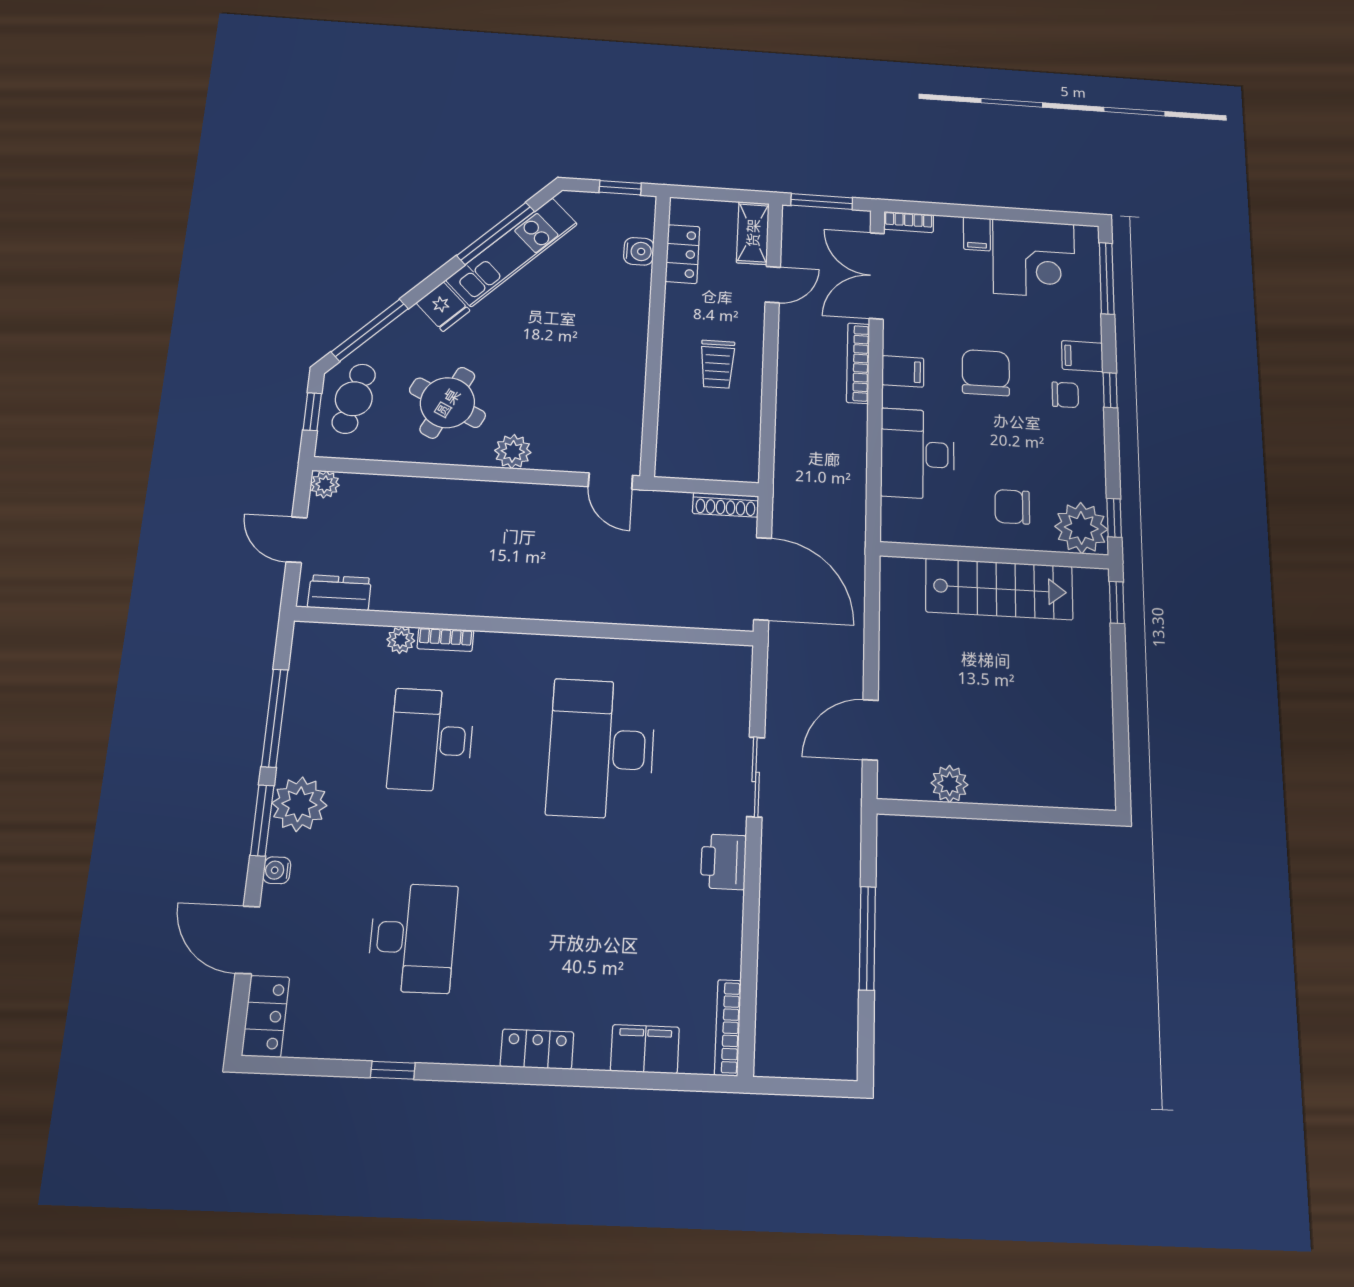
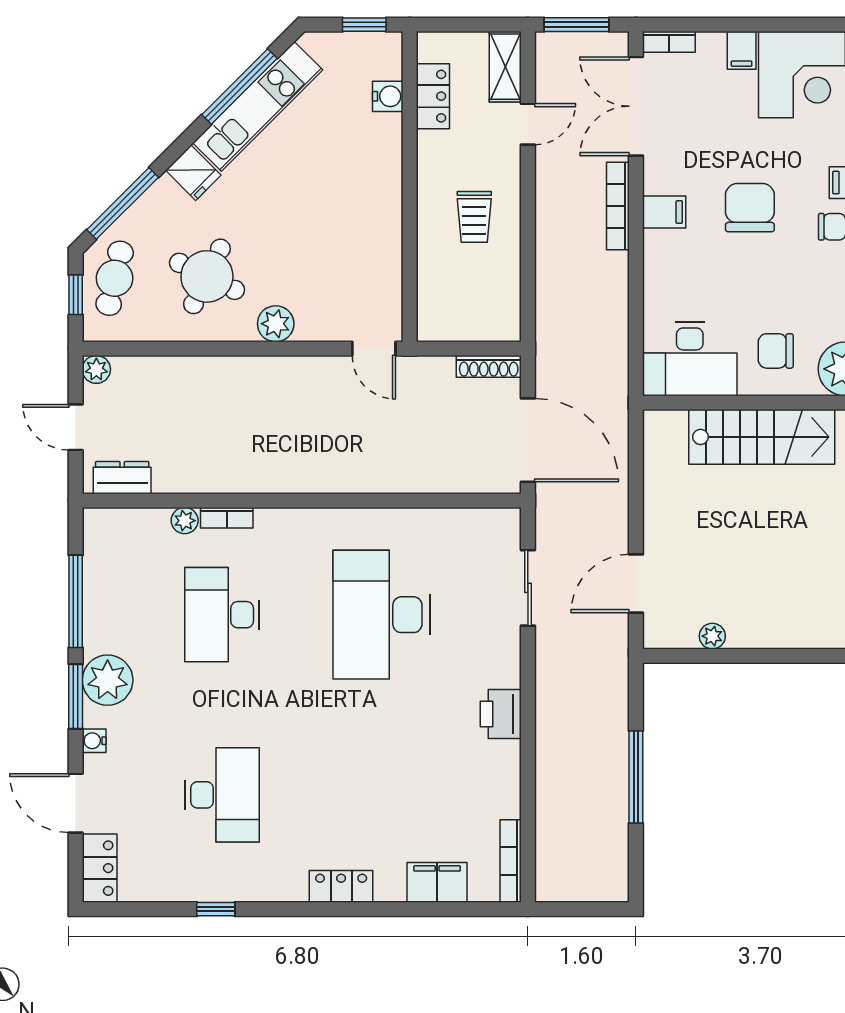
desk: (917, 454) -> (690, 359), moved, turned -90
sliding door: (756, 777) -> (528, 588), moved
plant: (950, 784) -> (712, 636), width x0.73, depth x0.73

